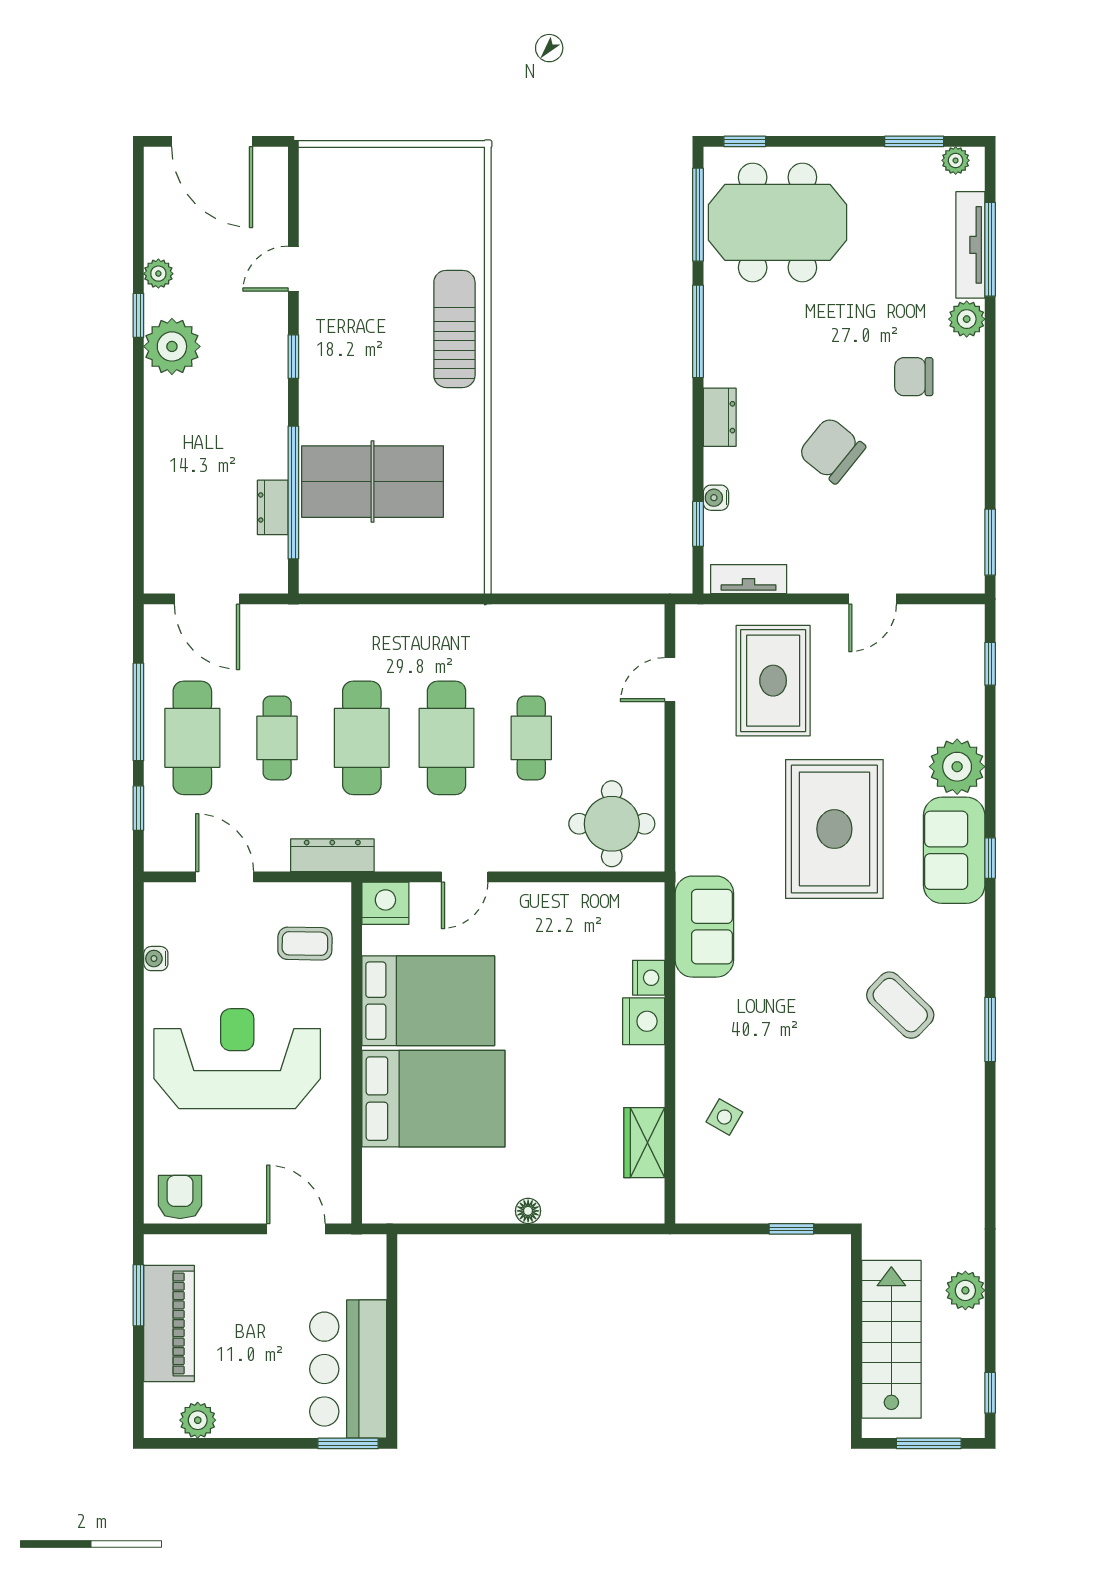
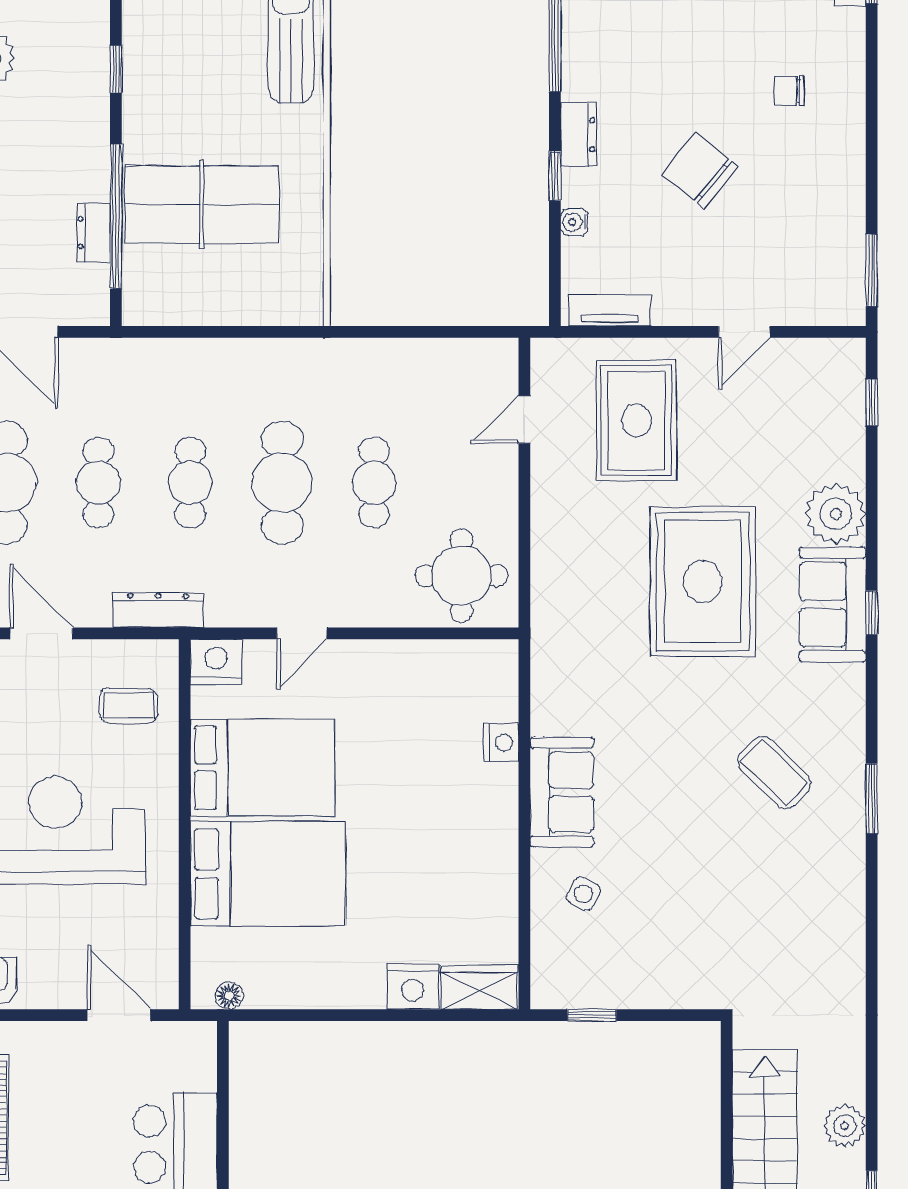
plant: (967, 319) -> (846, 28), removed
chair: (914, 377) -> (789, 91), width x0.73, depth x0.73
window: (698, 524) -> (555, 176), moved
cafe table: (362, 738) -> (190, 483), width x0.73, depth x0.74
sofa: (704, 927) -> (562, 792), moved
nightstand: (644, 1021) -> (413, 987), moved, turned 90
wardrobe: (644, 1143) -> (479, 987), moved, turned 90
floor lamp: (528, 1211) -> (229, 996), moved
window: (791, 1229) -> (592, 1015), moved
plant: (965, 1290) -> (845, 1126), moved

